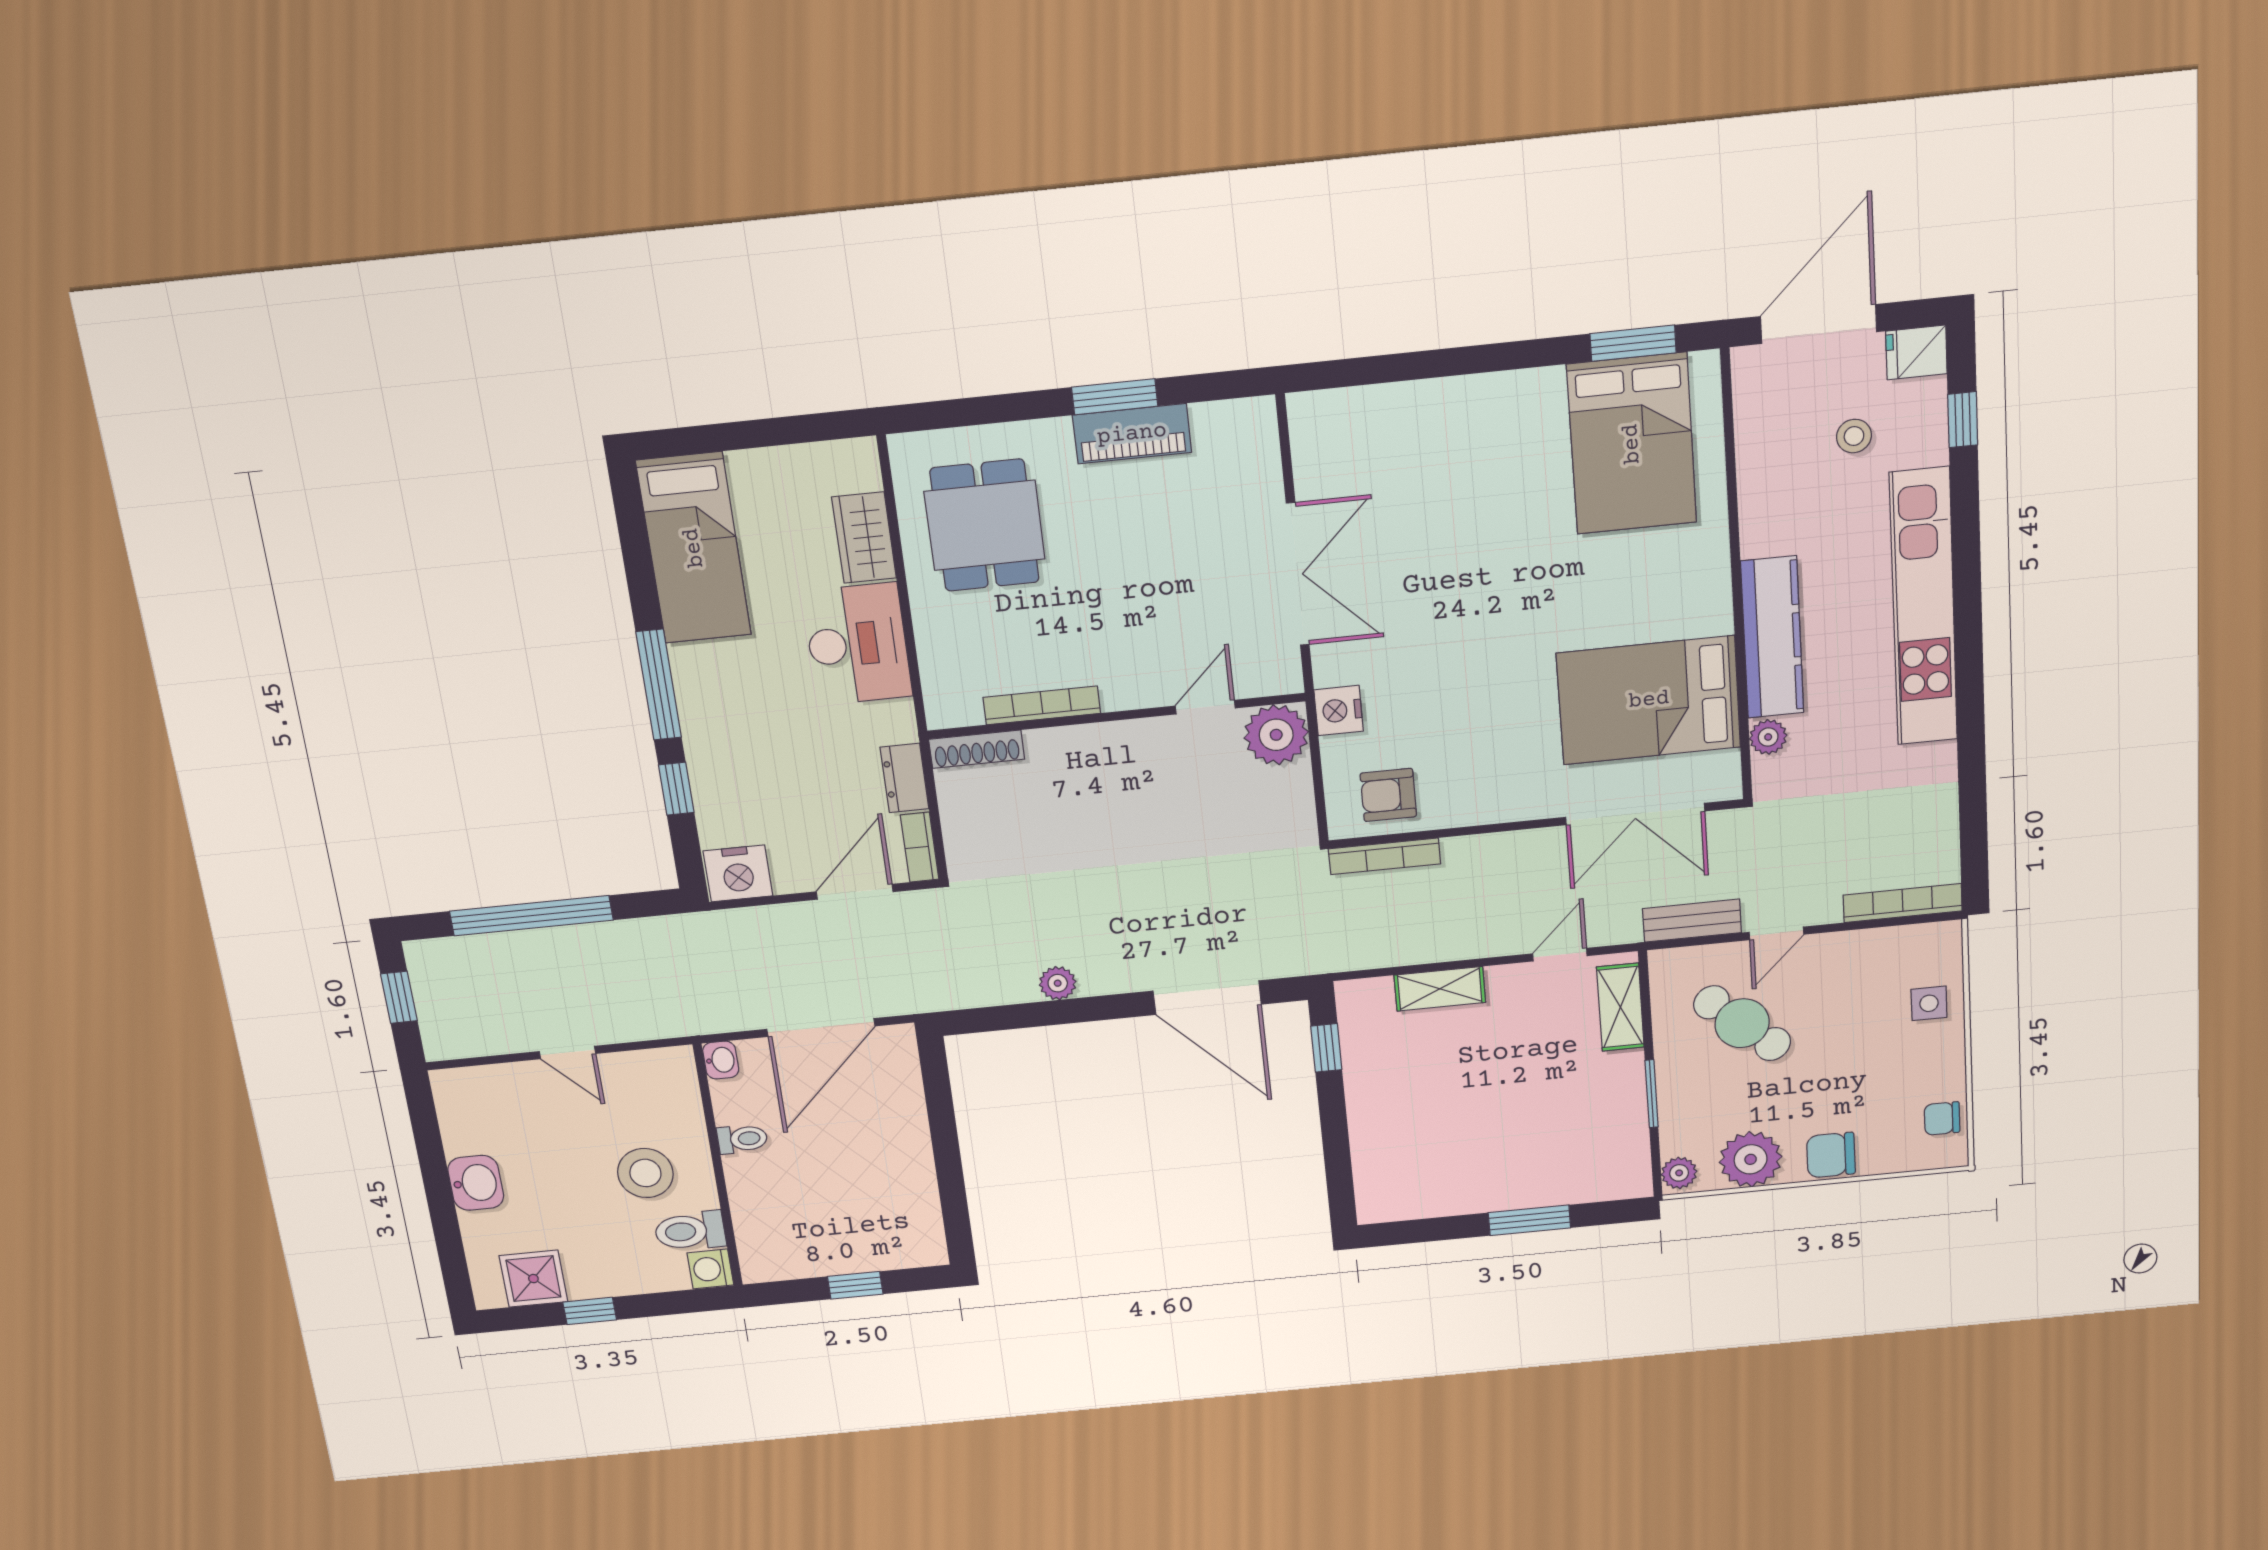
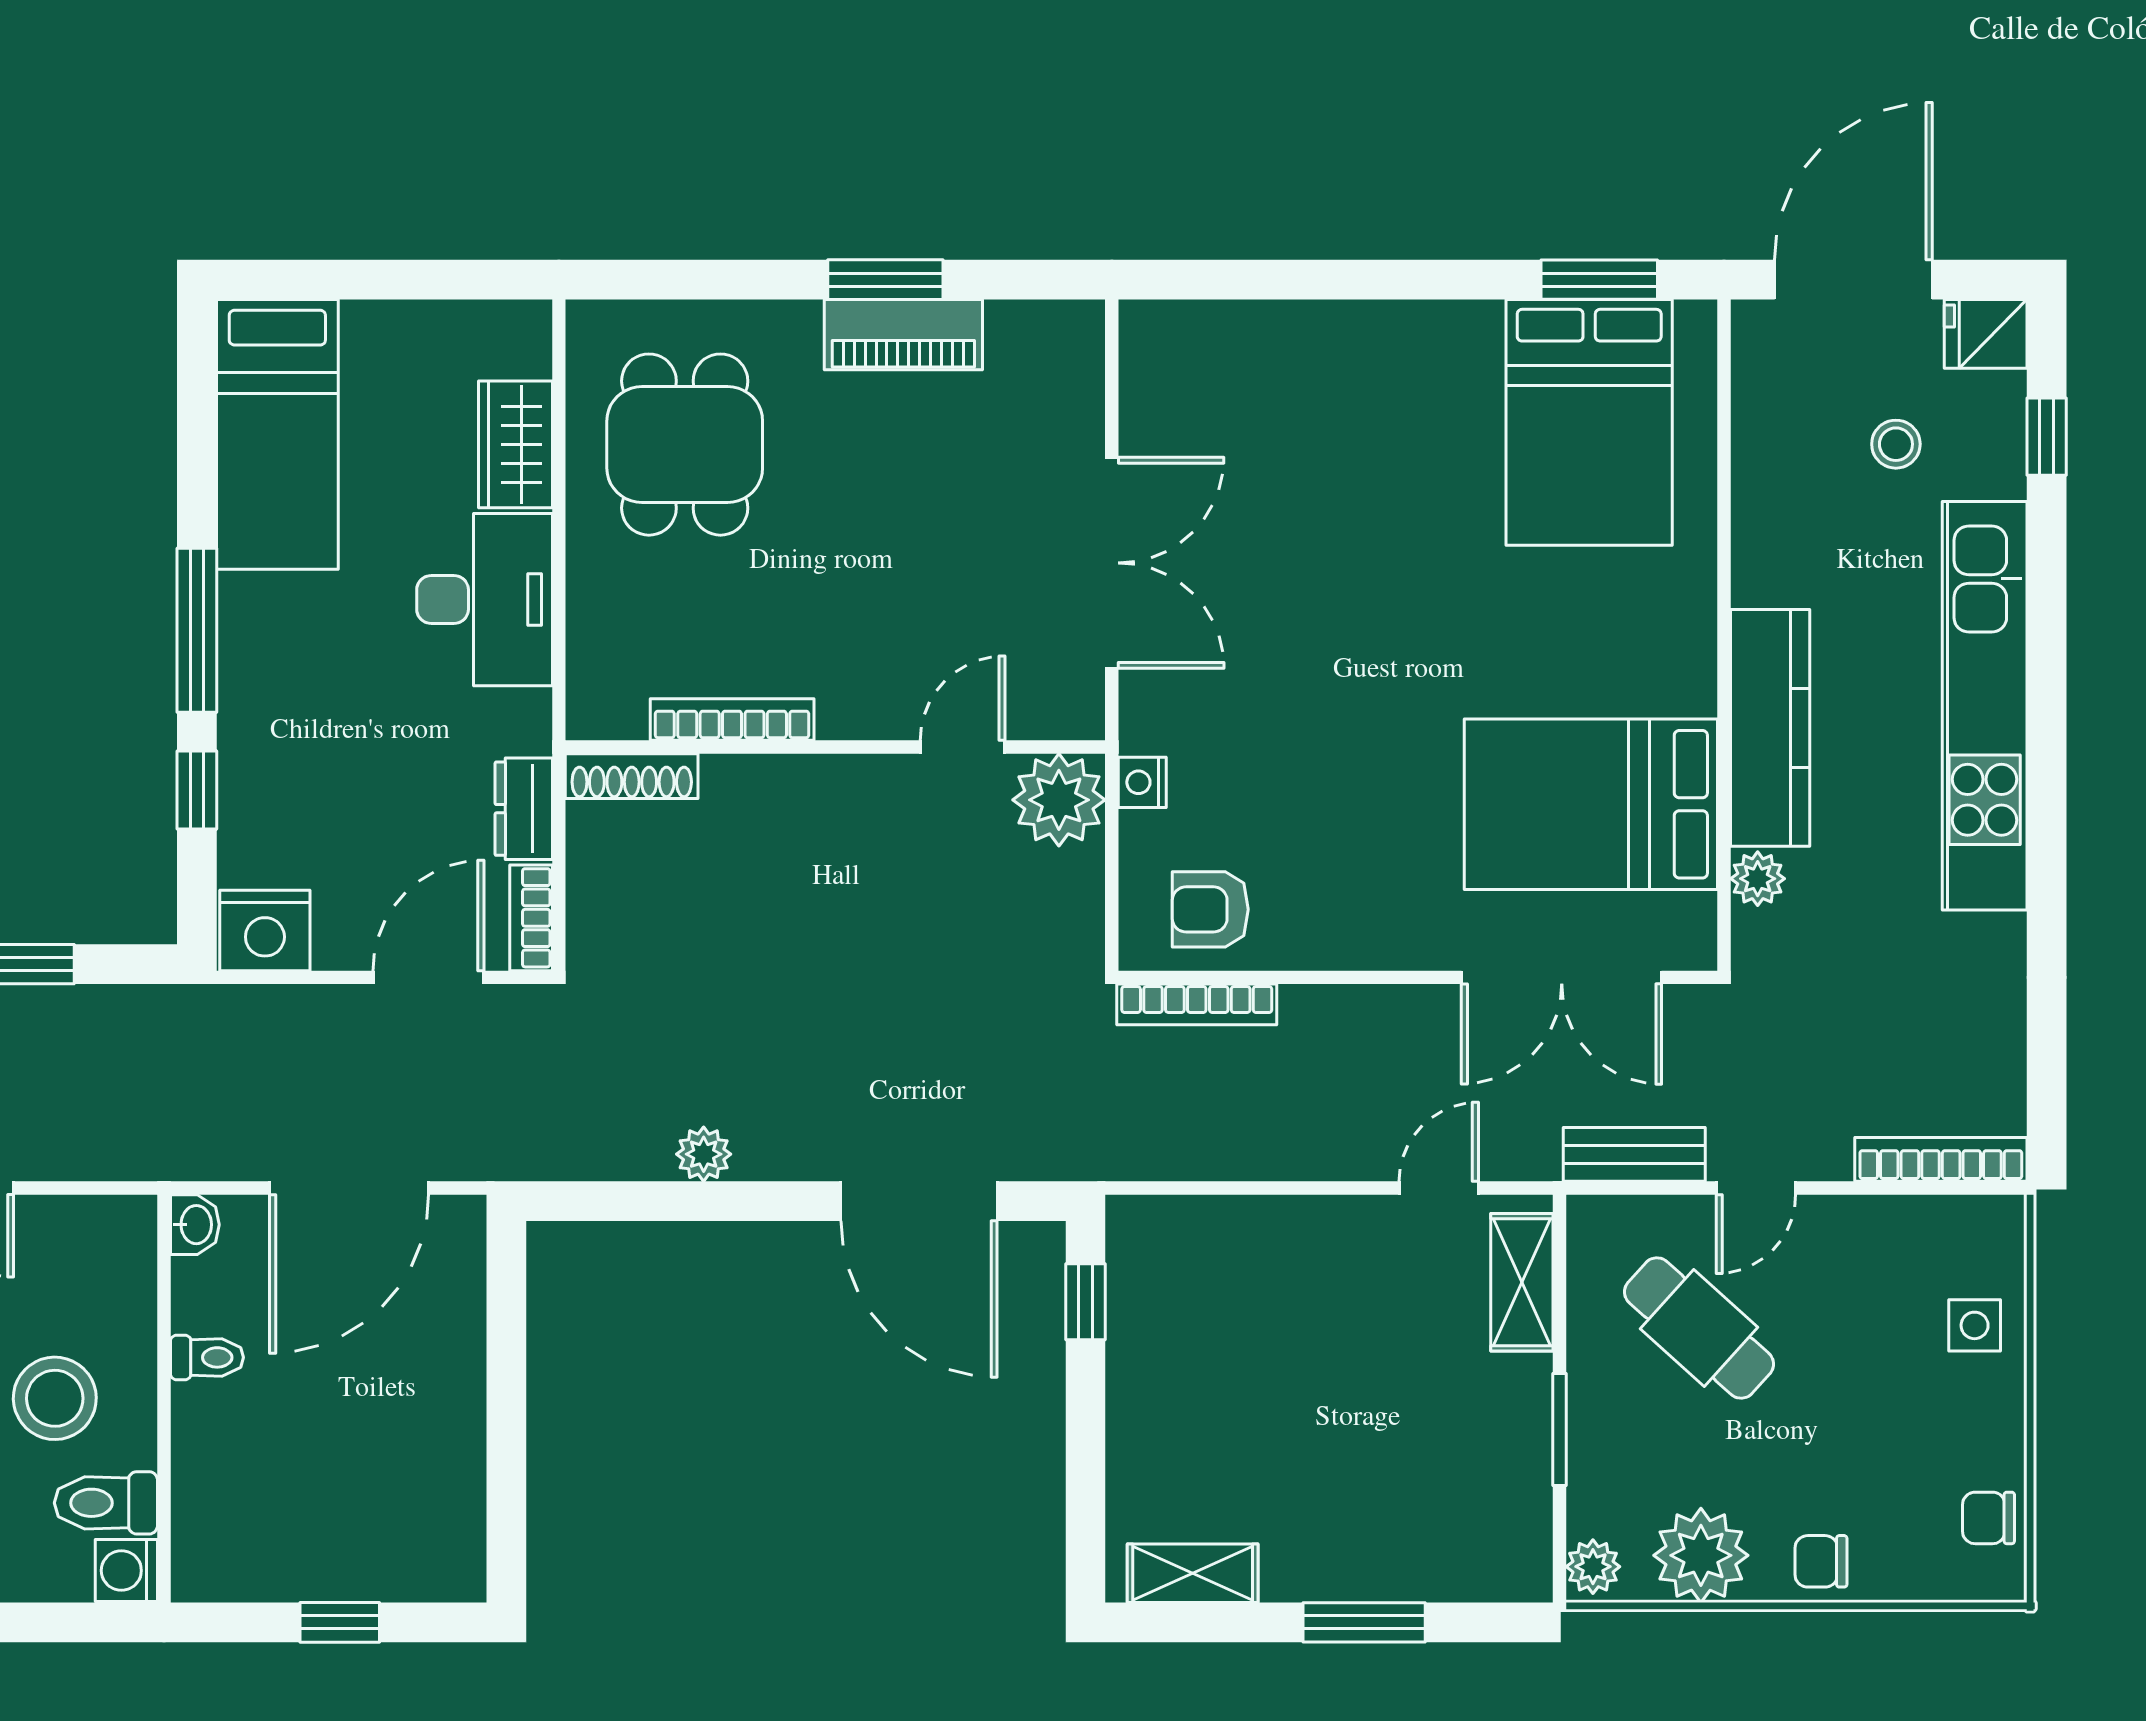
nightstand: (1339, 710) -> (1142, 782), width x0.72, depth x0.74
shelving: (1440, 989) -> (1193, 1573), moved
chair: (1831, 1155) -> (1821, 1561), width x0.73, depth x0.73

